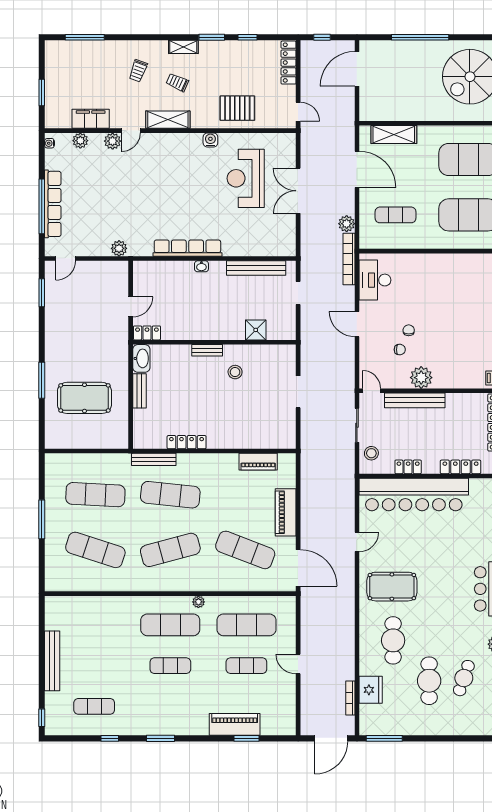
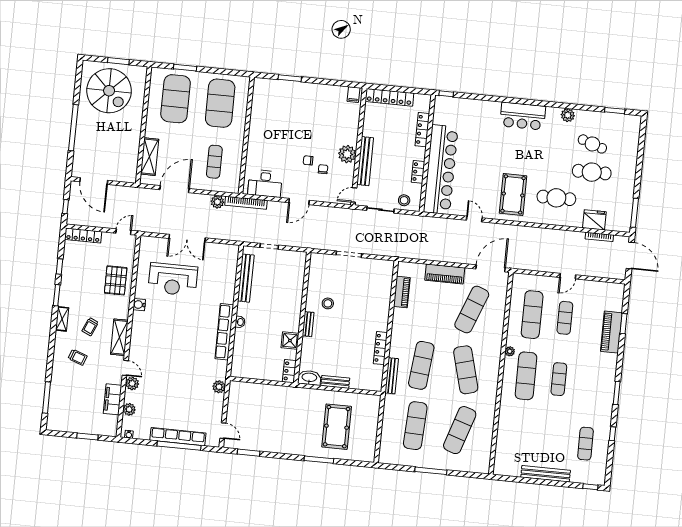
door: (131, 307) -> (267, 382), removed
shower: (256, 330) -> (290, 341), moved

